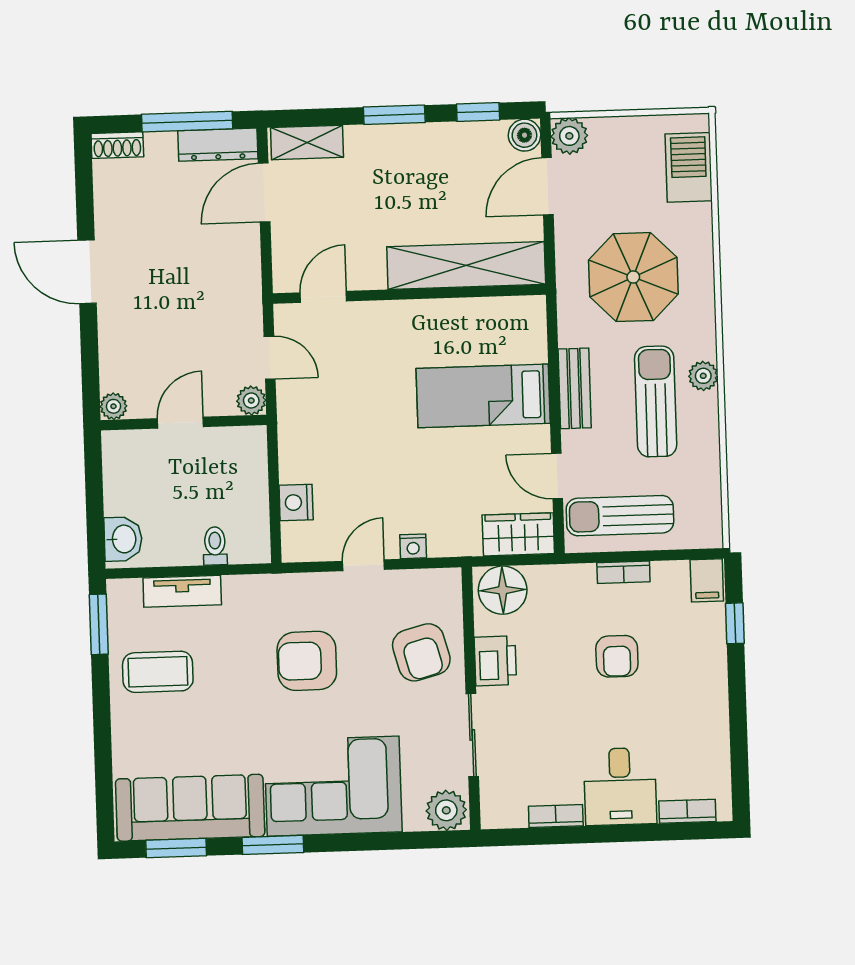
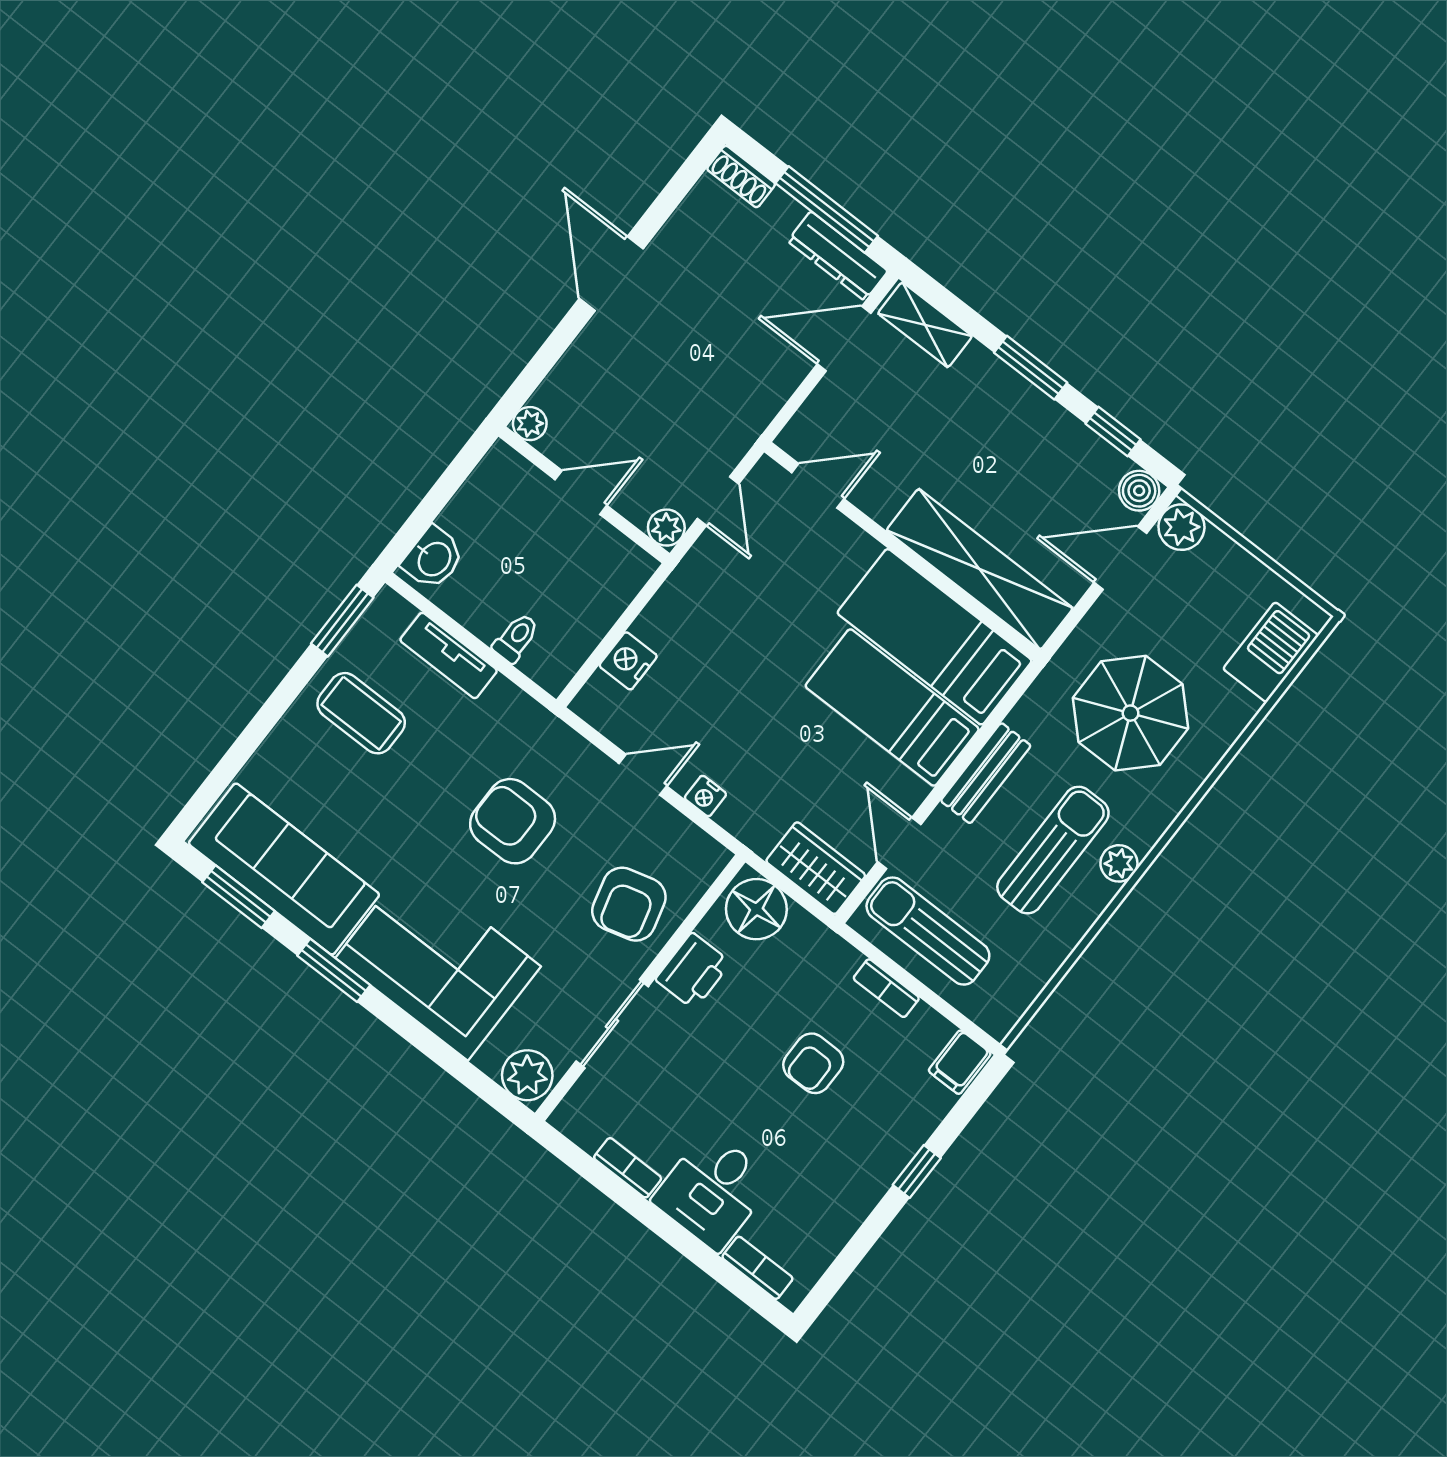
bed: (473, 330) -> (935, 637), added
window: (735, 623) -> (917, 1172), moved

